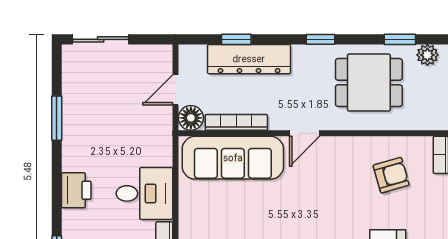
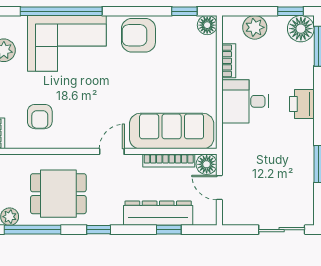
window: (400, 39) -> (33, 230), width x2.17
door: (175, 90) -> (219, 188), swing flipped
armchair: (391, 175) -> (40, 117), turned -74

